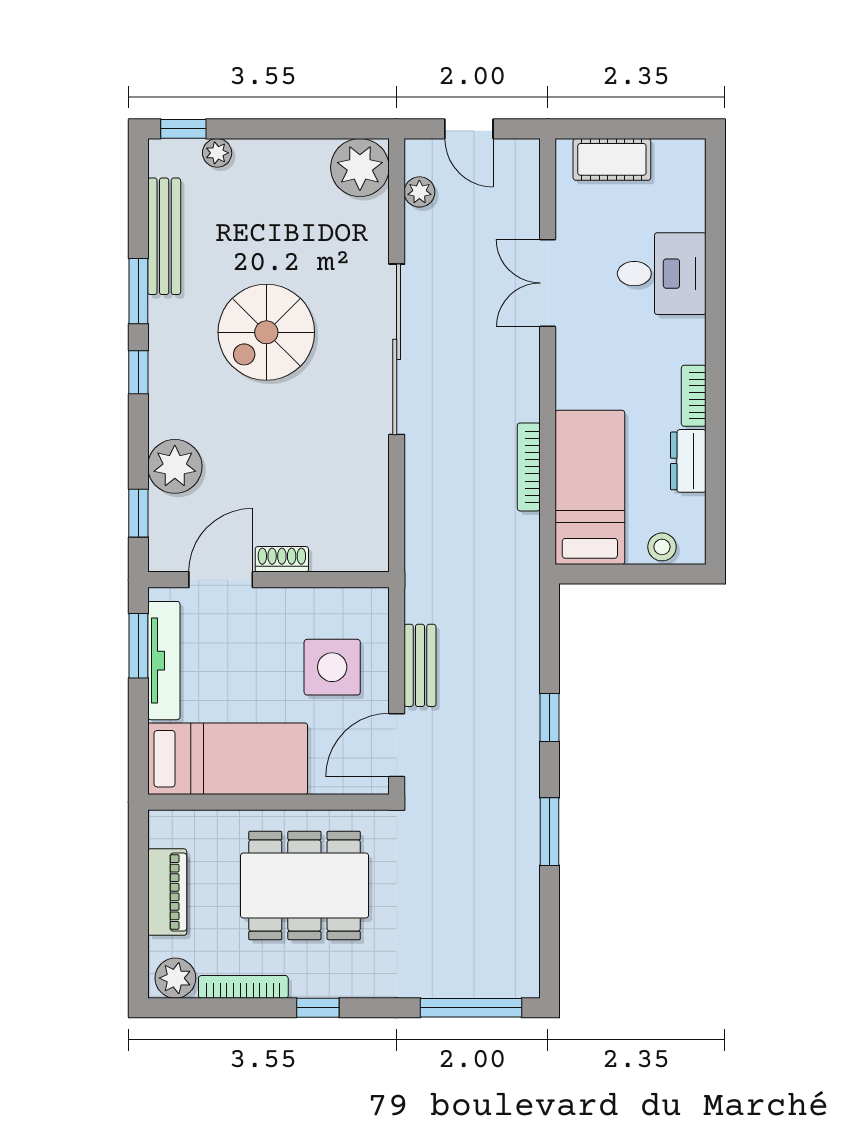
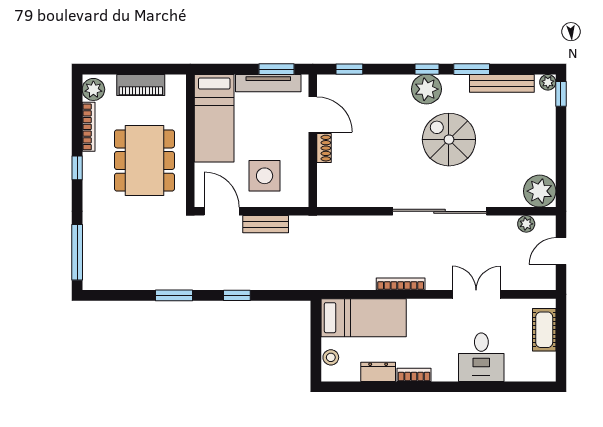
plant: (217, 153) -> (548, 82), moved
plant: (175, 466) -> (426, 89), moved
bookcase: (529, 467) -> (401, 284), moved

